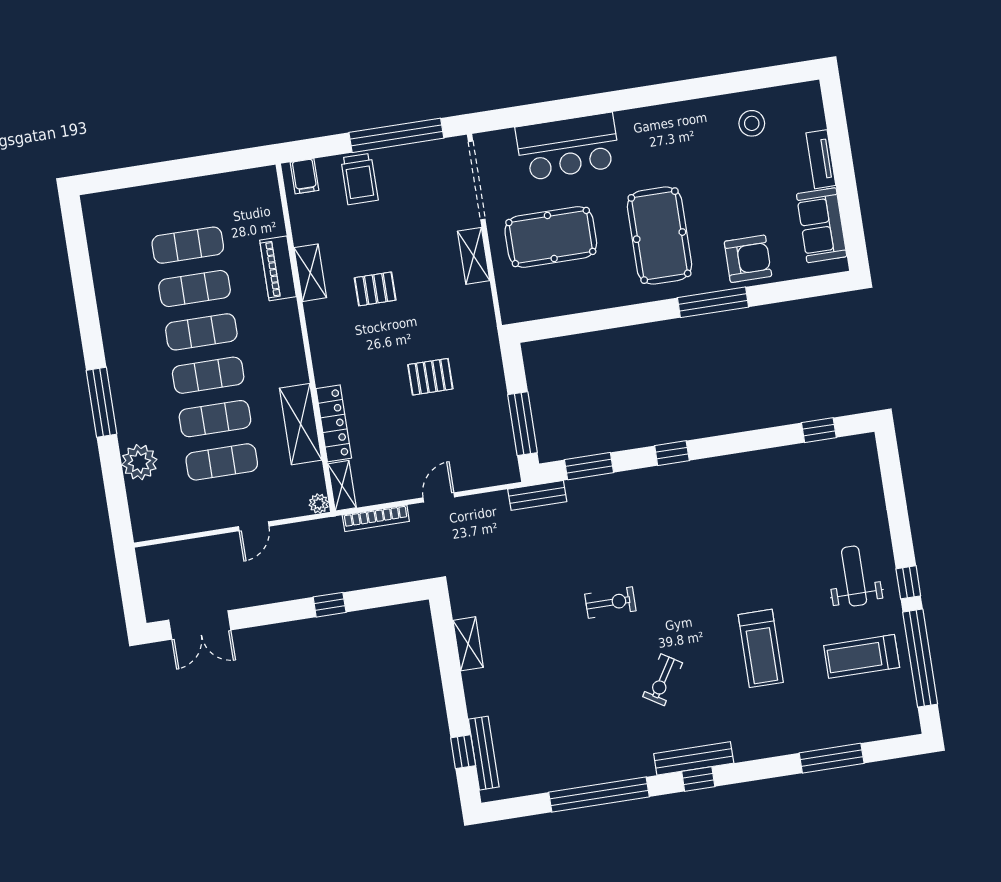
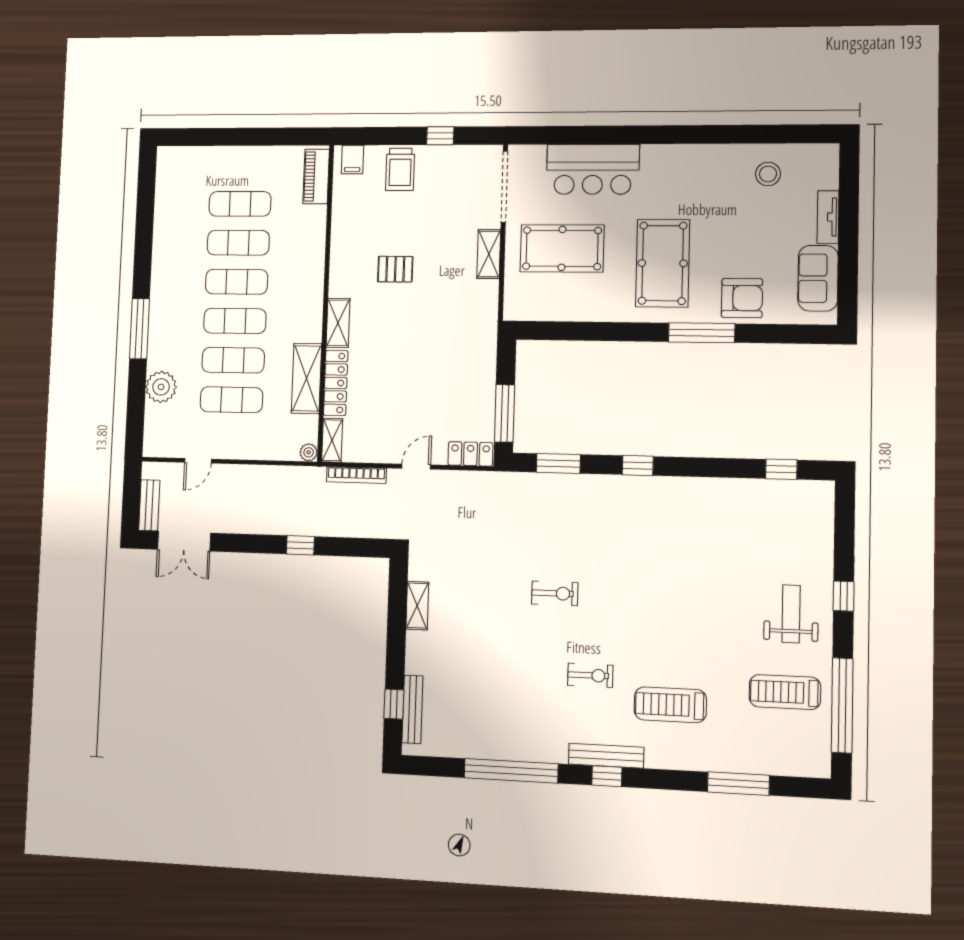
window: (396, 135) -> (440, 136), width x0.32
piano: (278, 268) -> (316, 176), moved
shelving: (310, 273) -> (338, 323), moved
pallet: (430, 377) -> (429, 356), removed
locker: (494, 473) -> (470, 454), added
bench: (537, 495) -> (149, 505), moved, turned 90
door: (254, 526) -> (198, 461), moved
window: (908, 582) -> (844, 596), moved
treadmill: (761, 648) -> (670, 705), moved, turned 90
exercise bike: (663, 680) -> (590, 675), turned -122

